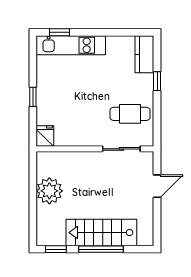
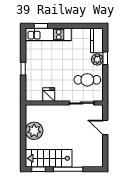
plant: (145, 83) -> (97, 59), added
fridge: (45, 136) -> (49, 95), moved
door: (157, 186) -> (105, 128), swing flipped
stairs: (101, 233) -> (49, 158), moved

